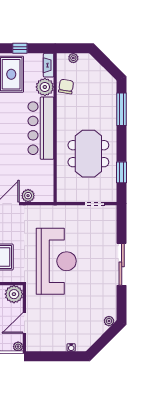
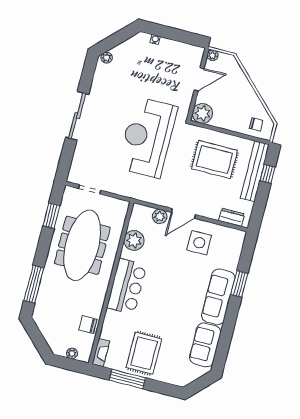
window: (20, 48) -> (127, 379), width x2.17
plant: (45, 87) -> (134, 240), moved
chair: (66, 87) -> (88, 325), turned 81
bar counter: (41, 128) -> (127, 286), width x0.73
meeting table: (88, 154) -> (82, 245), width x1.36

